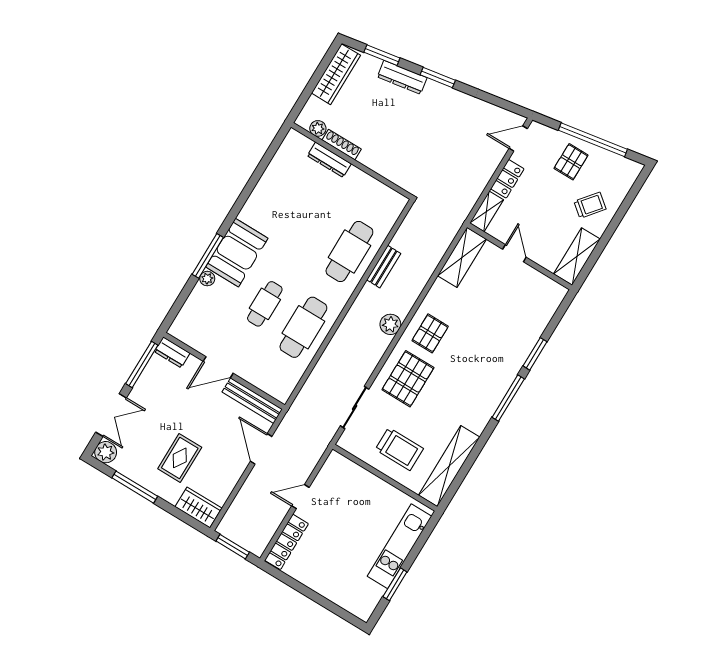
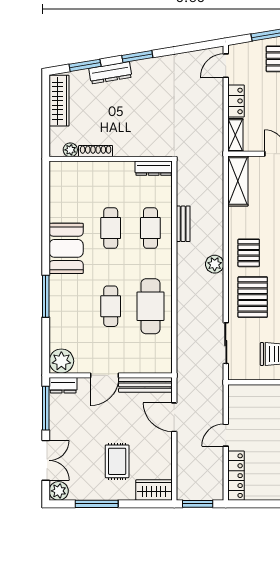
dresser: (329, 160) -> (154, 168), moved
cafe table: (311, 228) -> (111, 228), added
cafe table: (349, 251) -> (150, 228), width x0.73, depth x0.74
booth: (237, 253) -> (66, 248), moved
plant: (207, 279) -> (61, 361), moved, width x1.87, depth x1.87

